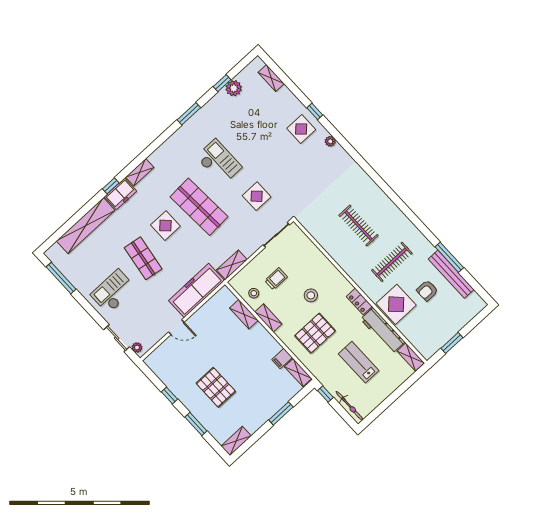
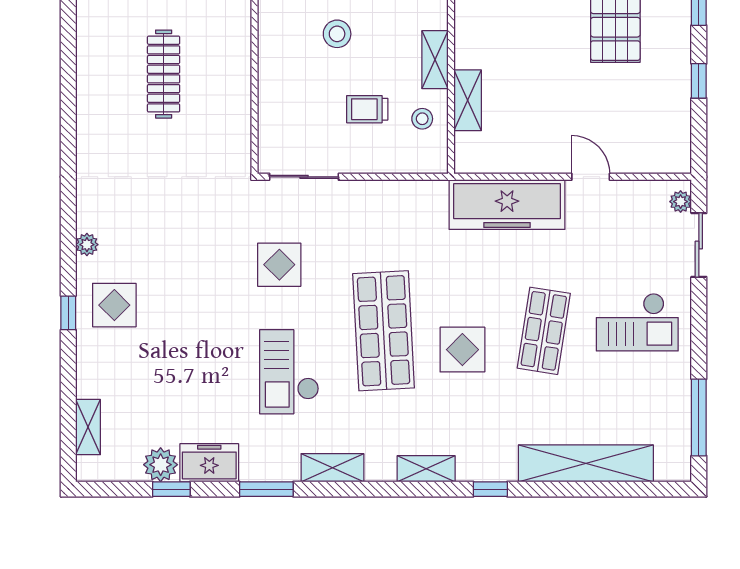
freezer: (120, 194) -> (209, 463), moved
shelving: (232, 265) -> (332, 468), moved

